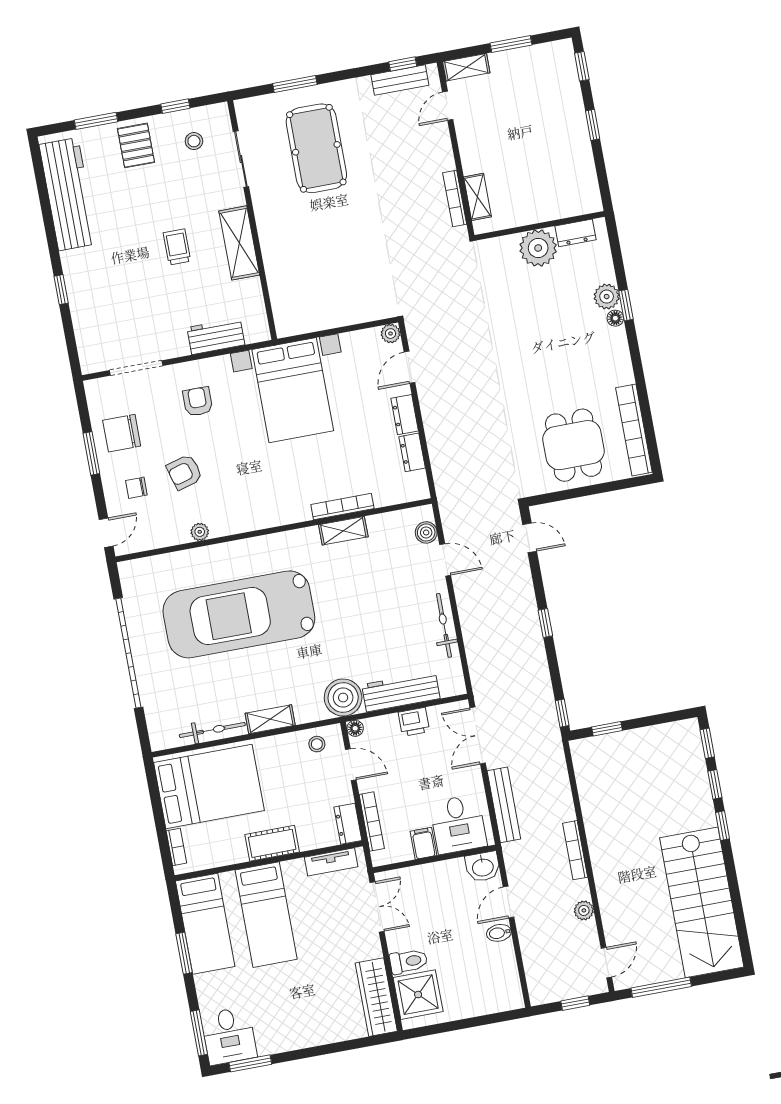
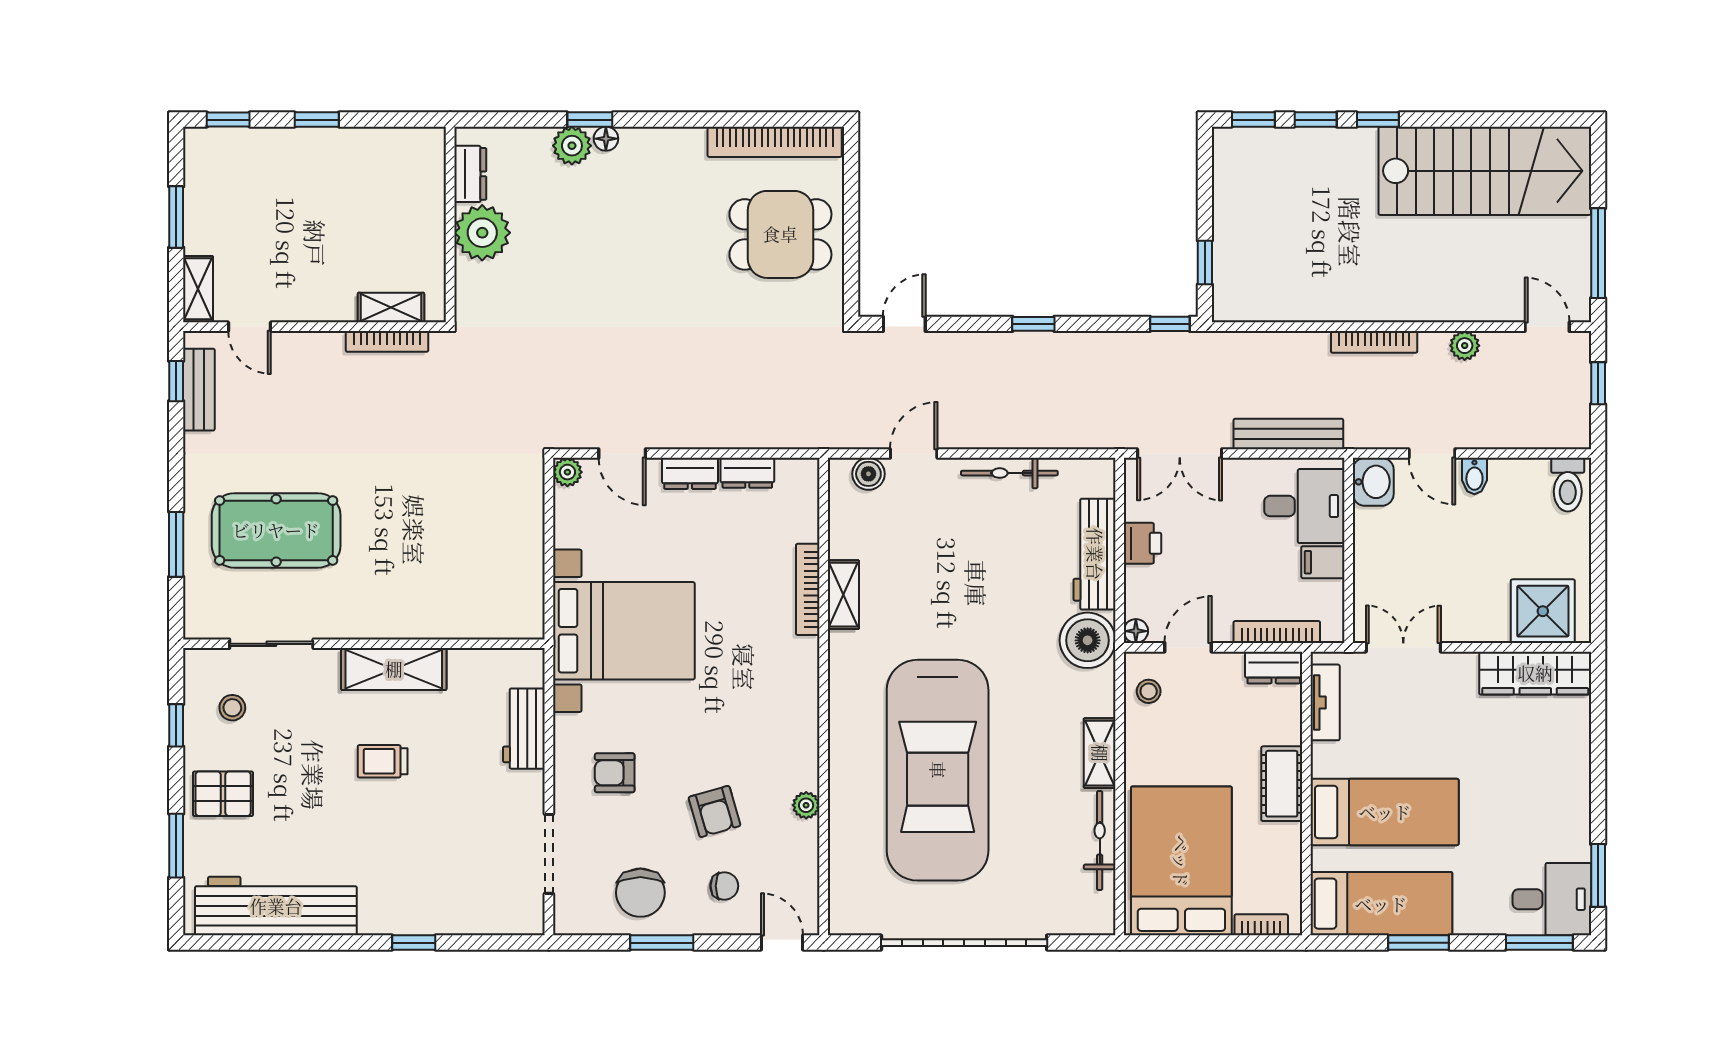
chair: (136, 488) -> (724, 886), turned -90
toilet: (409, 961) -> (1568, 485), moved, turned 180

